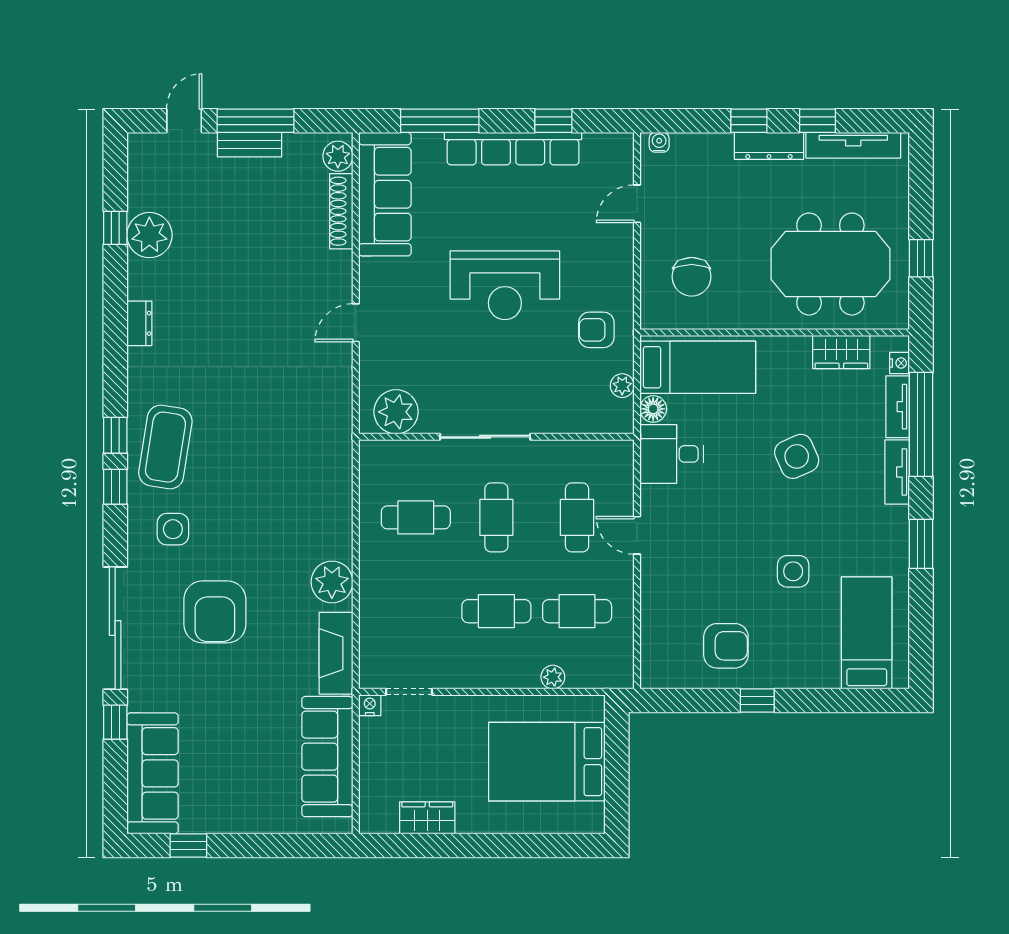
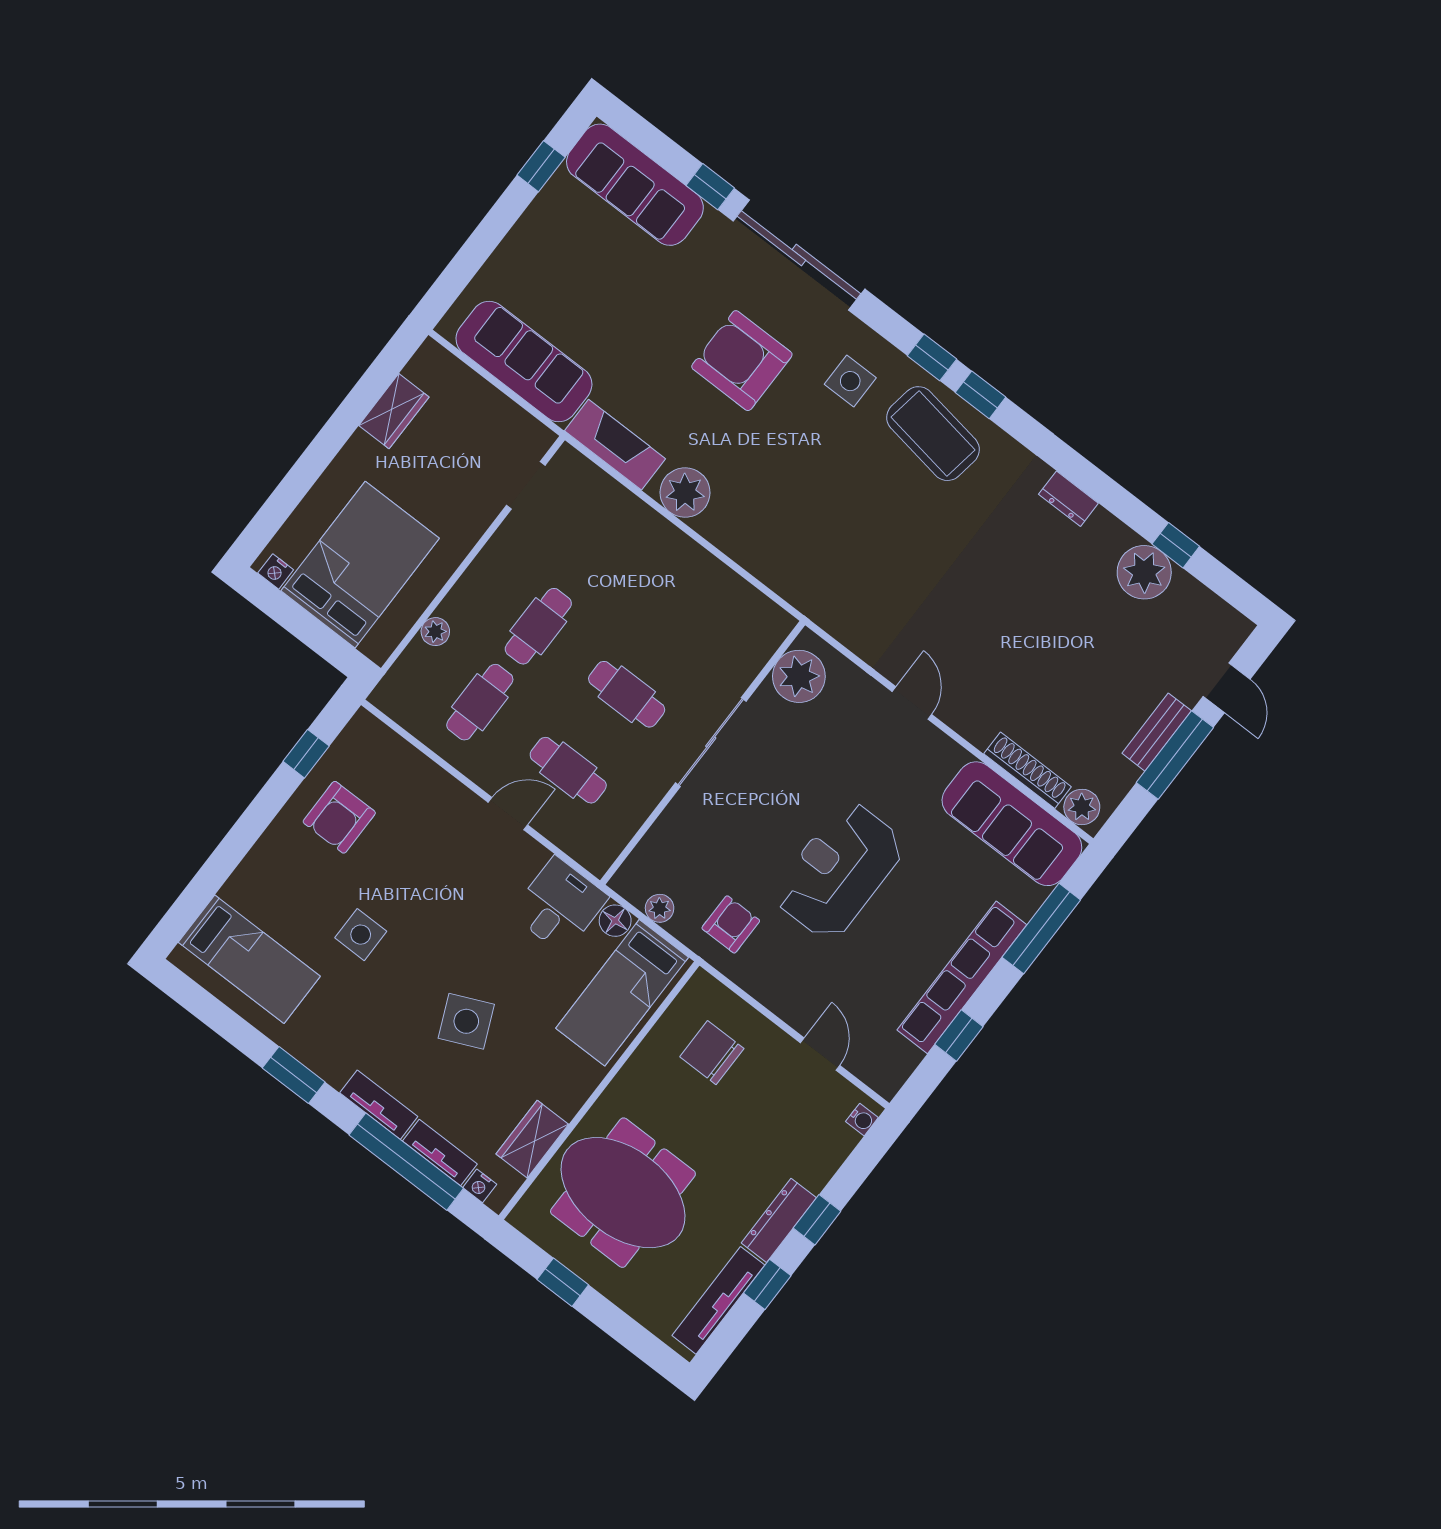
meeting table: (830, 264) -> (623, 1193), turned 90
cafe table: (416, 517) -> (685, 618), removed
window: (757, 701) -> (306, 754), moved
nightstand: (370, 705) -> (276, 571), moved, turned 90

